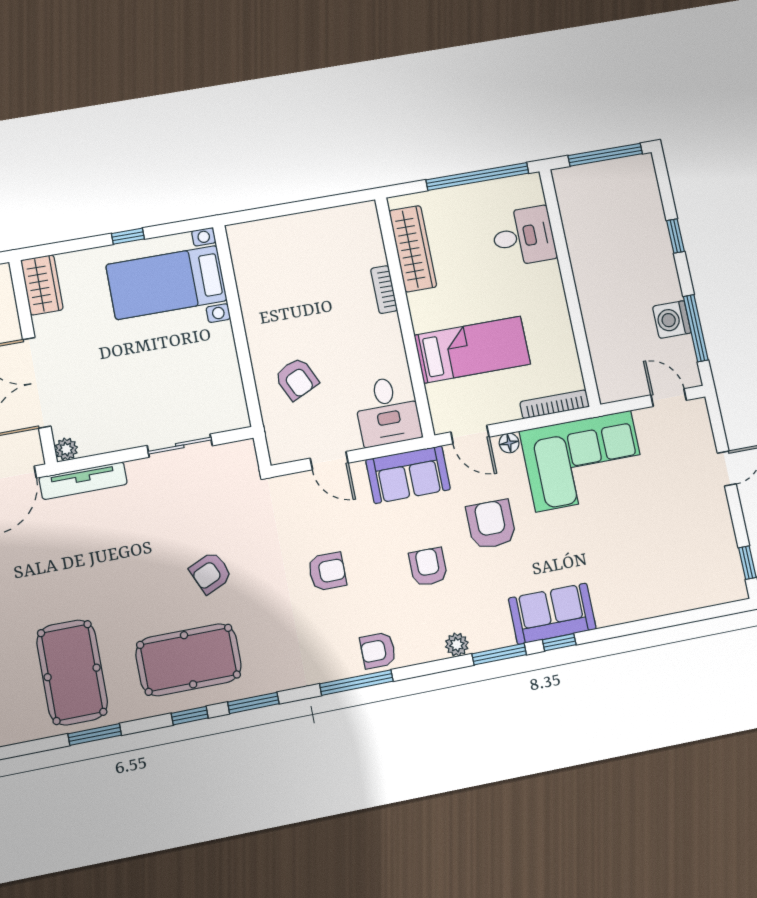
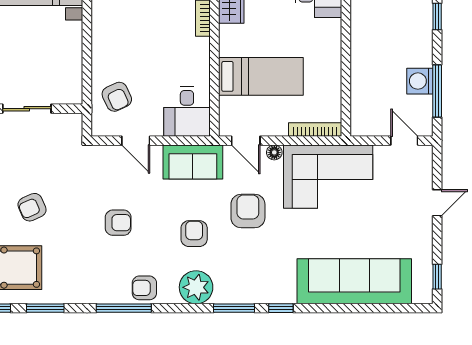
armchair: (297, 379) -> (117, 97), moved
sofa: (552, 614) -> (354, 281), moved, width x1.85, depth x1.27
plant: (457, 645) -> (196, 287), width x1.87, depth x1.87

